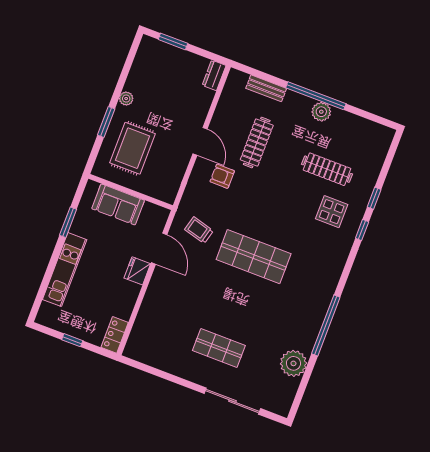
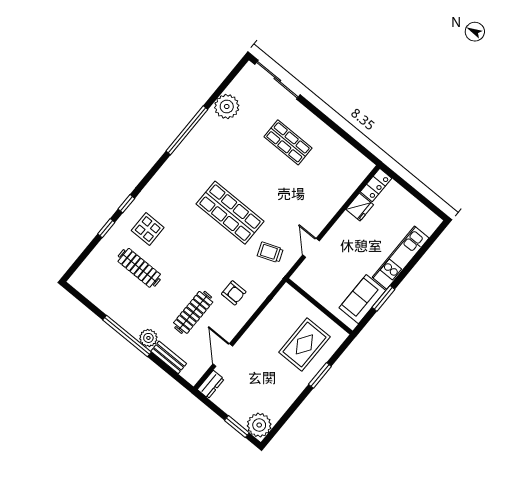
plant: (126, 99) -> (259, 425), moved, width x1.88, depth x1.88
plant: (321, 112) -> (148, 338), moved
door: (200, 141) -> (223, 355), moved
sofa: (118, 204) -> (362, 299), moved, turned -90
trolley: (199, 230) -> (270, 252), turned 144
door: (159, 249) -> (311, 248), width x0.73
fridge: (137, 271) -> (360, 207), moved
window: (72, 340) -> (415, 193), removed
sliding door: (232, 401) -> (277, 80), moved

